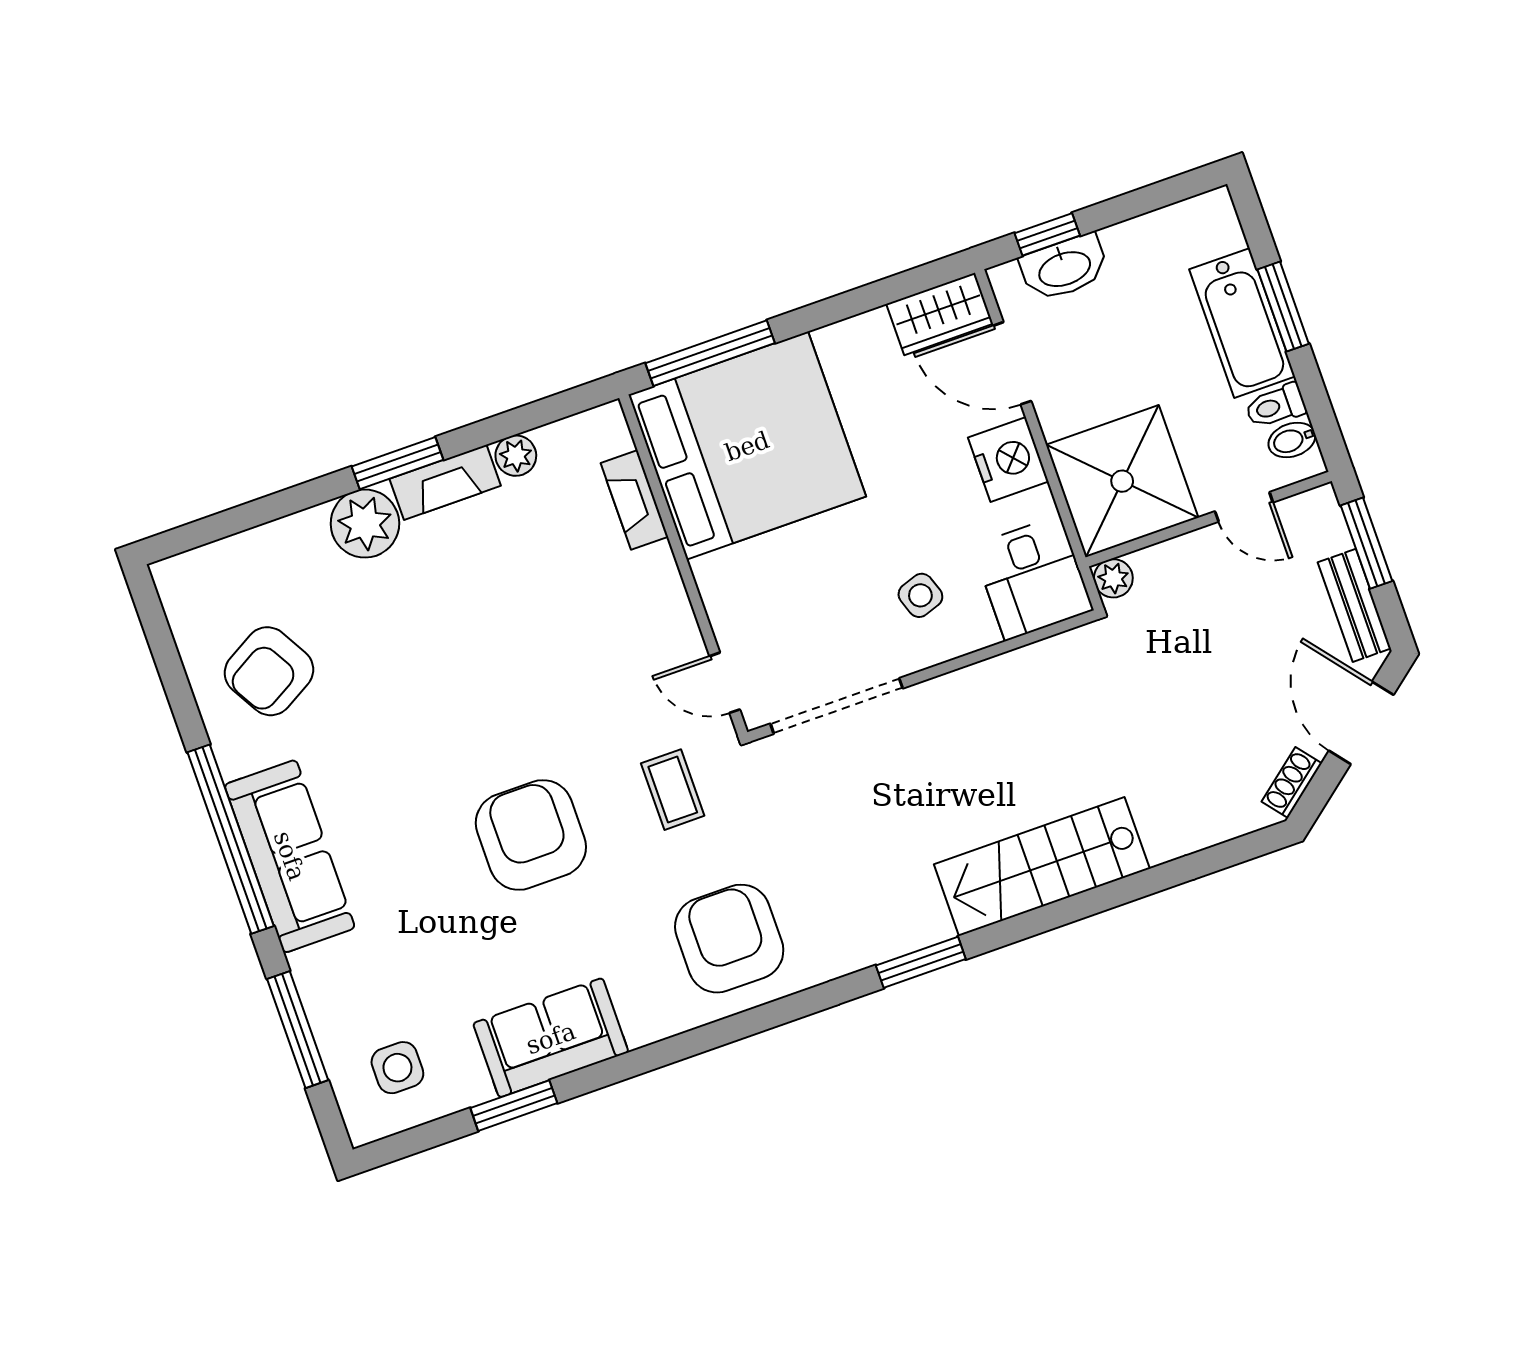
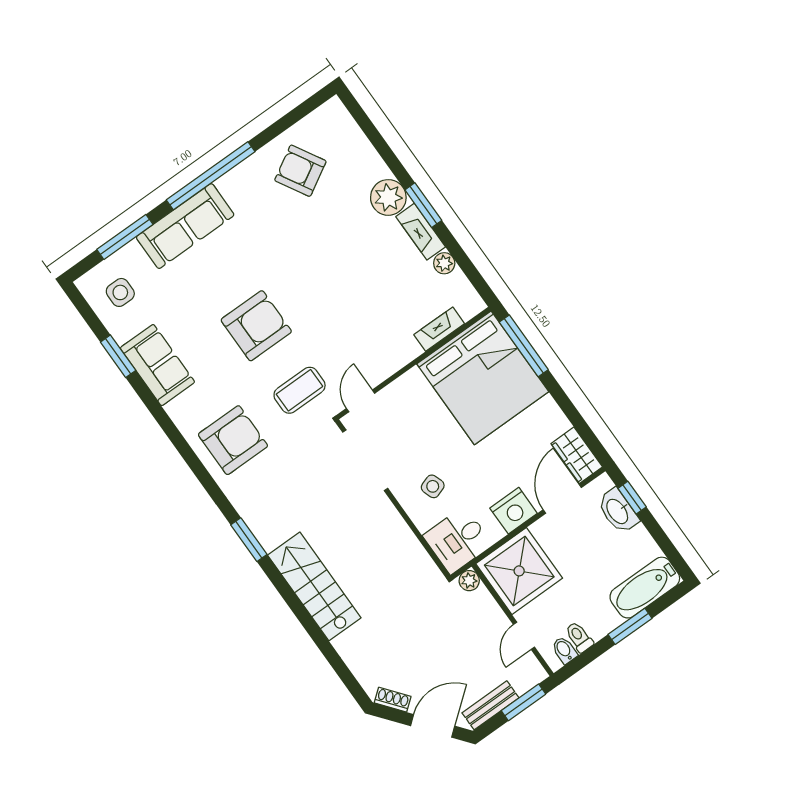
bathtub: (1242, 323) -> (645, 588), moved
coffee table: (673, 790) -> (300, 390), width x1.36, depth x1.30
sofa: (290, 856) -> (185, 226), moved

